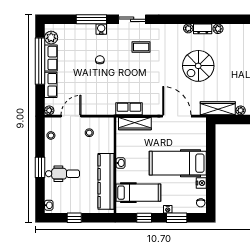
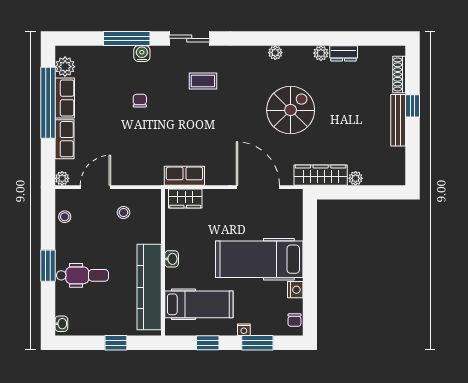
dresser: (203, 29) -> (344, 53), moved
spiral stairs: (198, 66) -> (291, 110), turned 180
wardrobe: (135, 124) -> (185, 199), width x0.67
window: (74, 218) -> (116, 343), moved

